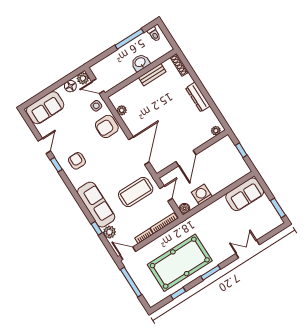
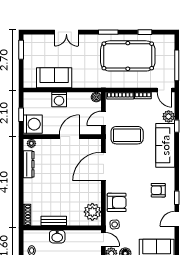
dresser: (198, 97) -> (29, 164), moved
plant: (122, 110) -> (92, 212), width x1.88, depth x1.88
washing machine: (226, 148) -> (33, 124), added
armchair: (77, 161) -> (158, 190), turned 90
washing machine: (202, 194) -> (59, 100), moved
sofa: (245, 194) -> (54, 78), moved

